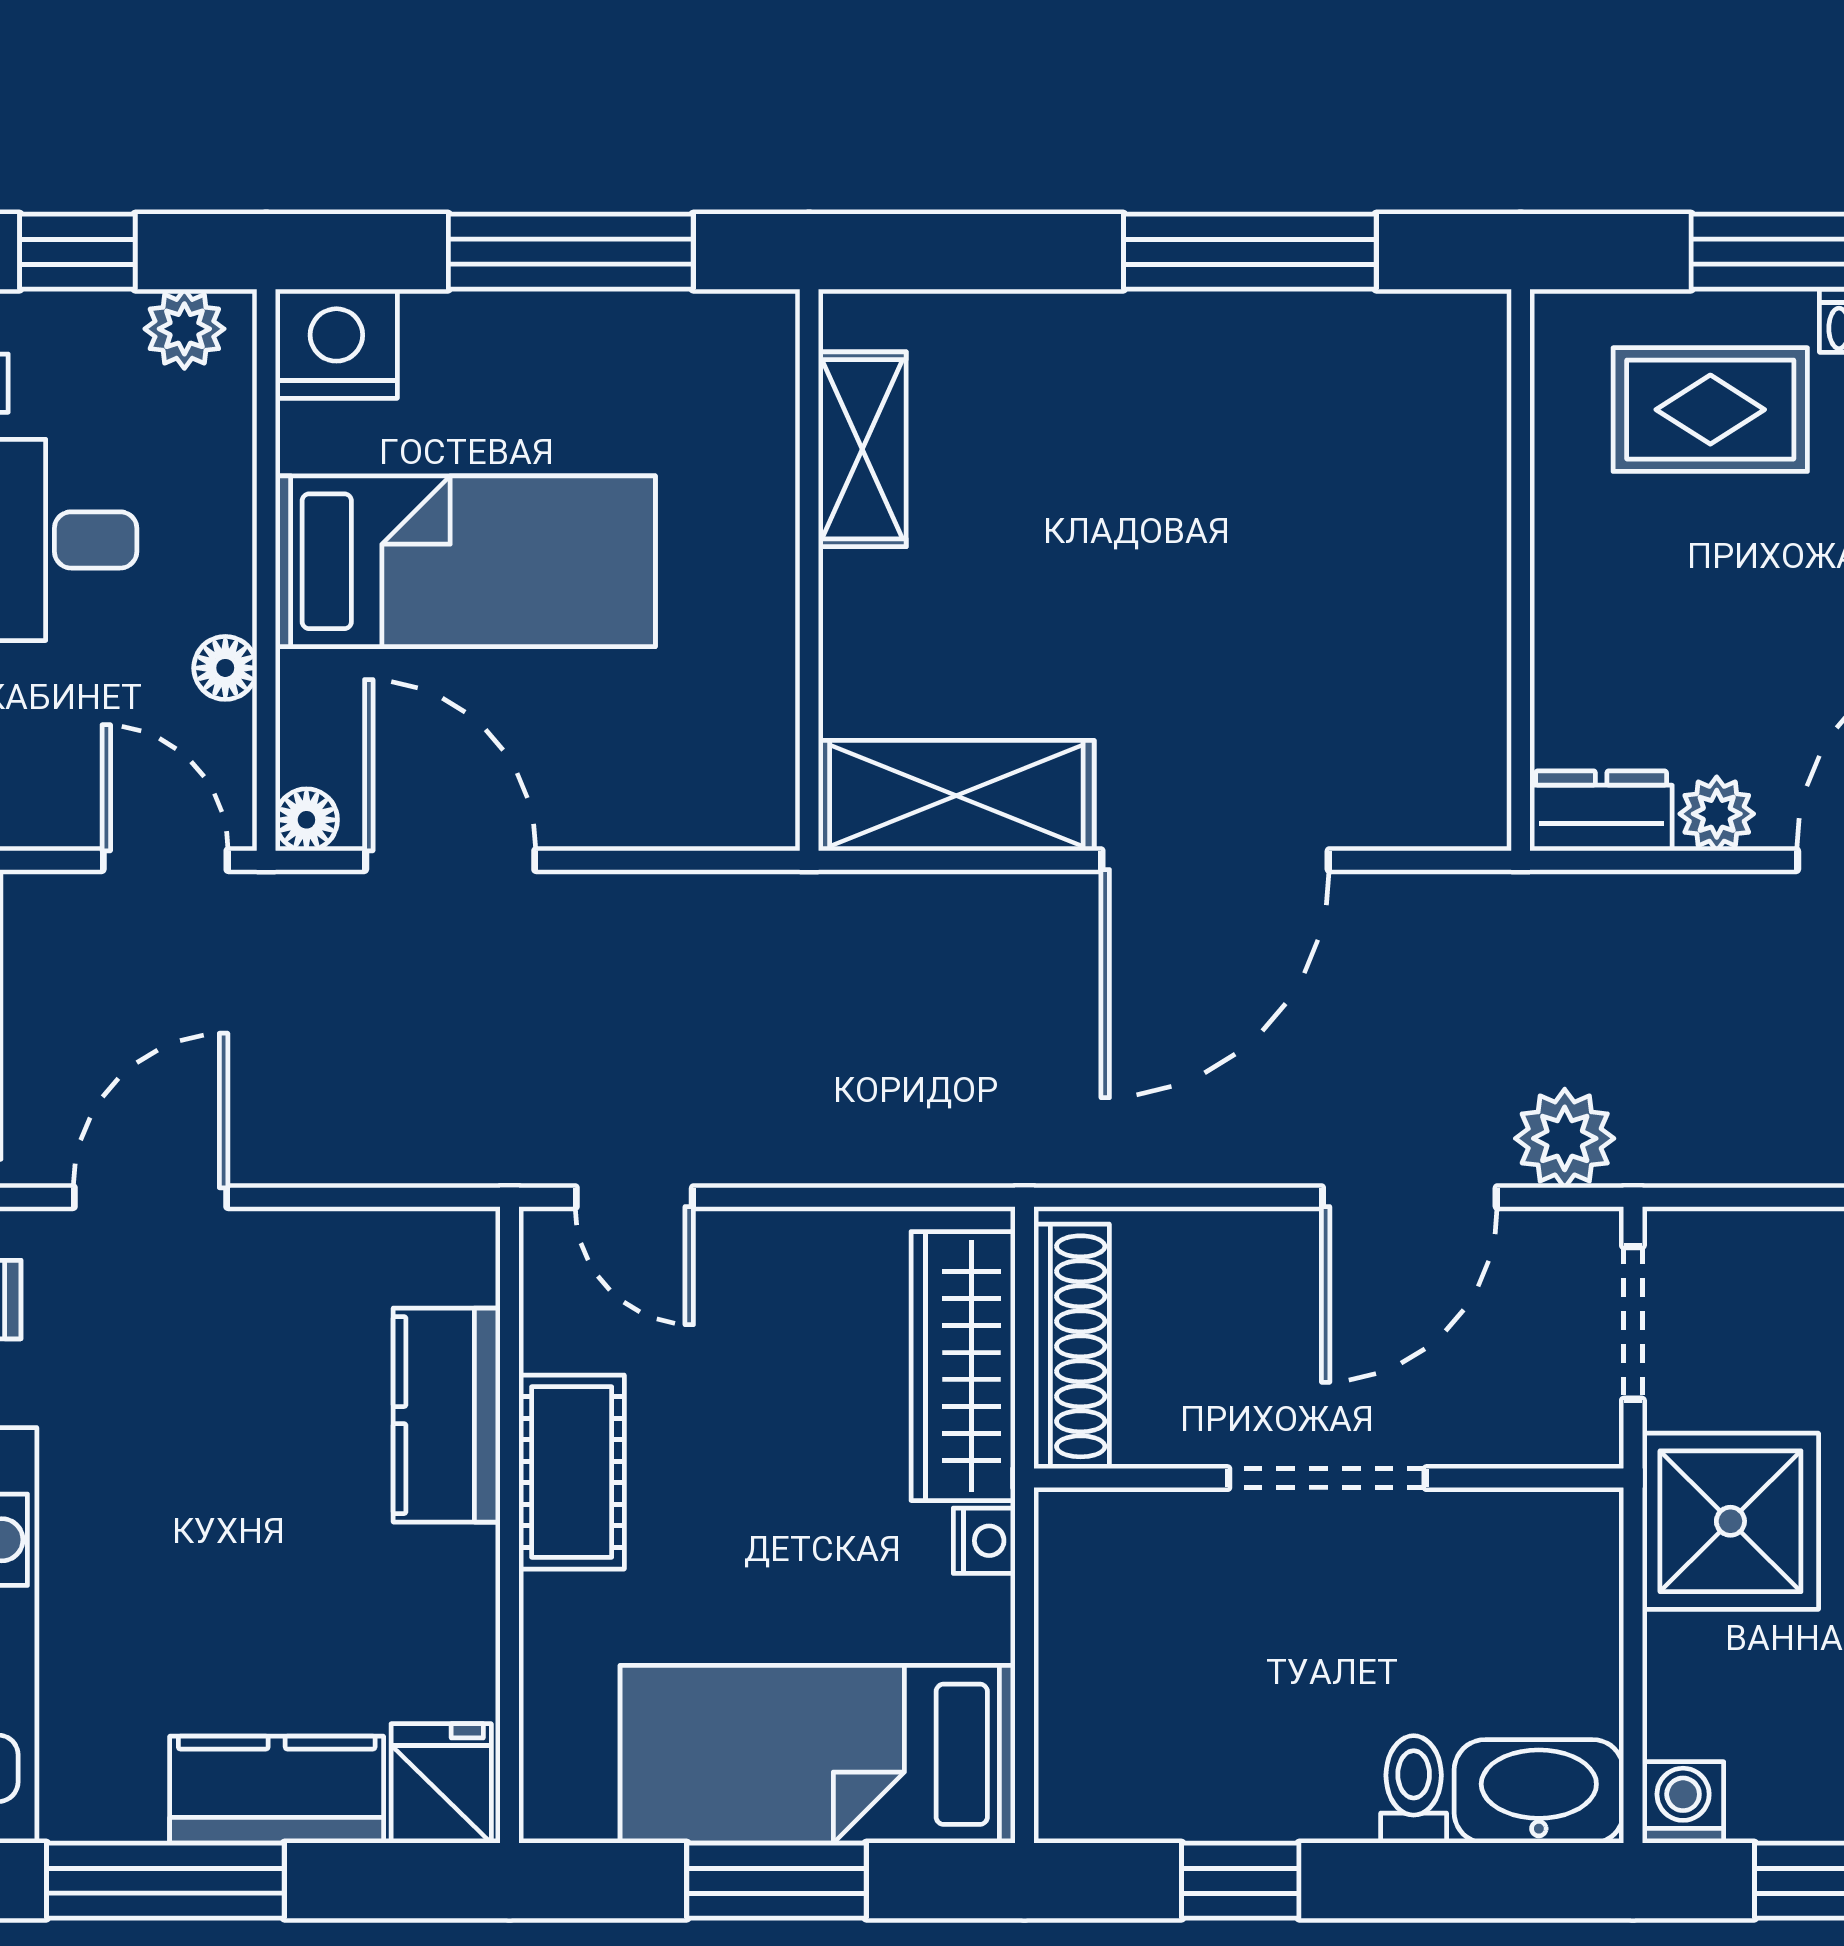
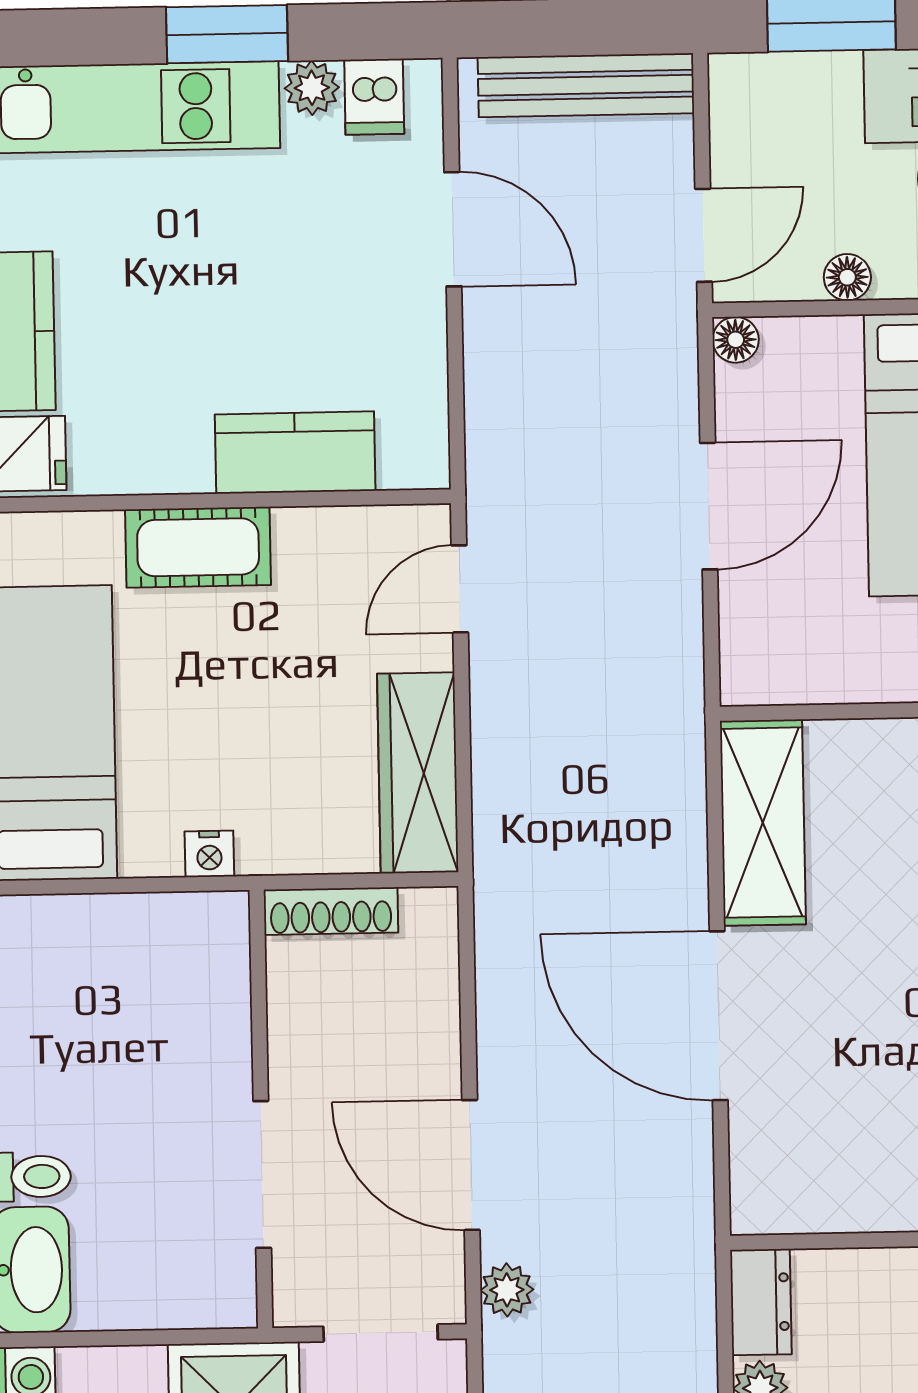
door: (450, 860) -> (709, 506), moved
plant: (1565, 1138) -> (507, 1290), width x0.73, depth x0.73
shoe rack: (1072, 1346) -> (331, 911), width x0.74, depth x0.81
wardrobe: (963, 1366) -> (418, 773), moved, turned -90
cot: (572, 1472) -> (198, 547), moved
doorway: (1327, 1478) -> (262, 1175), moved

